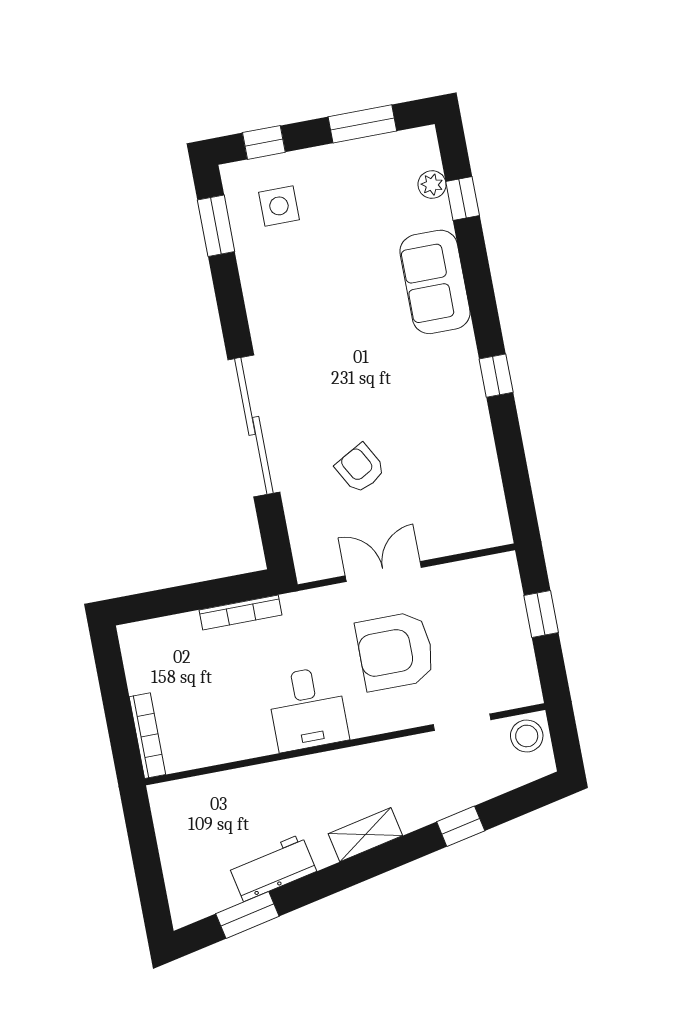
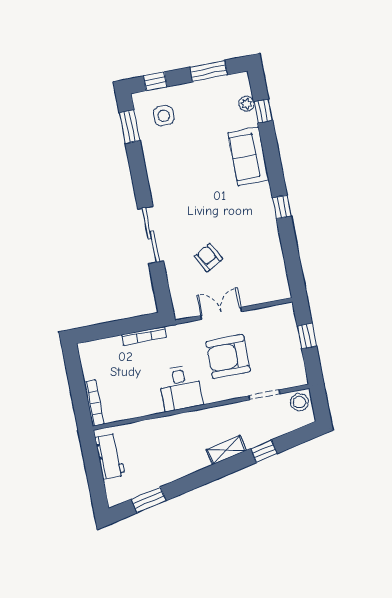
sliding door: (254, 426) -> (151, 235), width x0.73
shelving: (365, 835) -> (226, 450), moved
workbench: (272, 868) -> (110, 456), moved, turned 102

